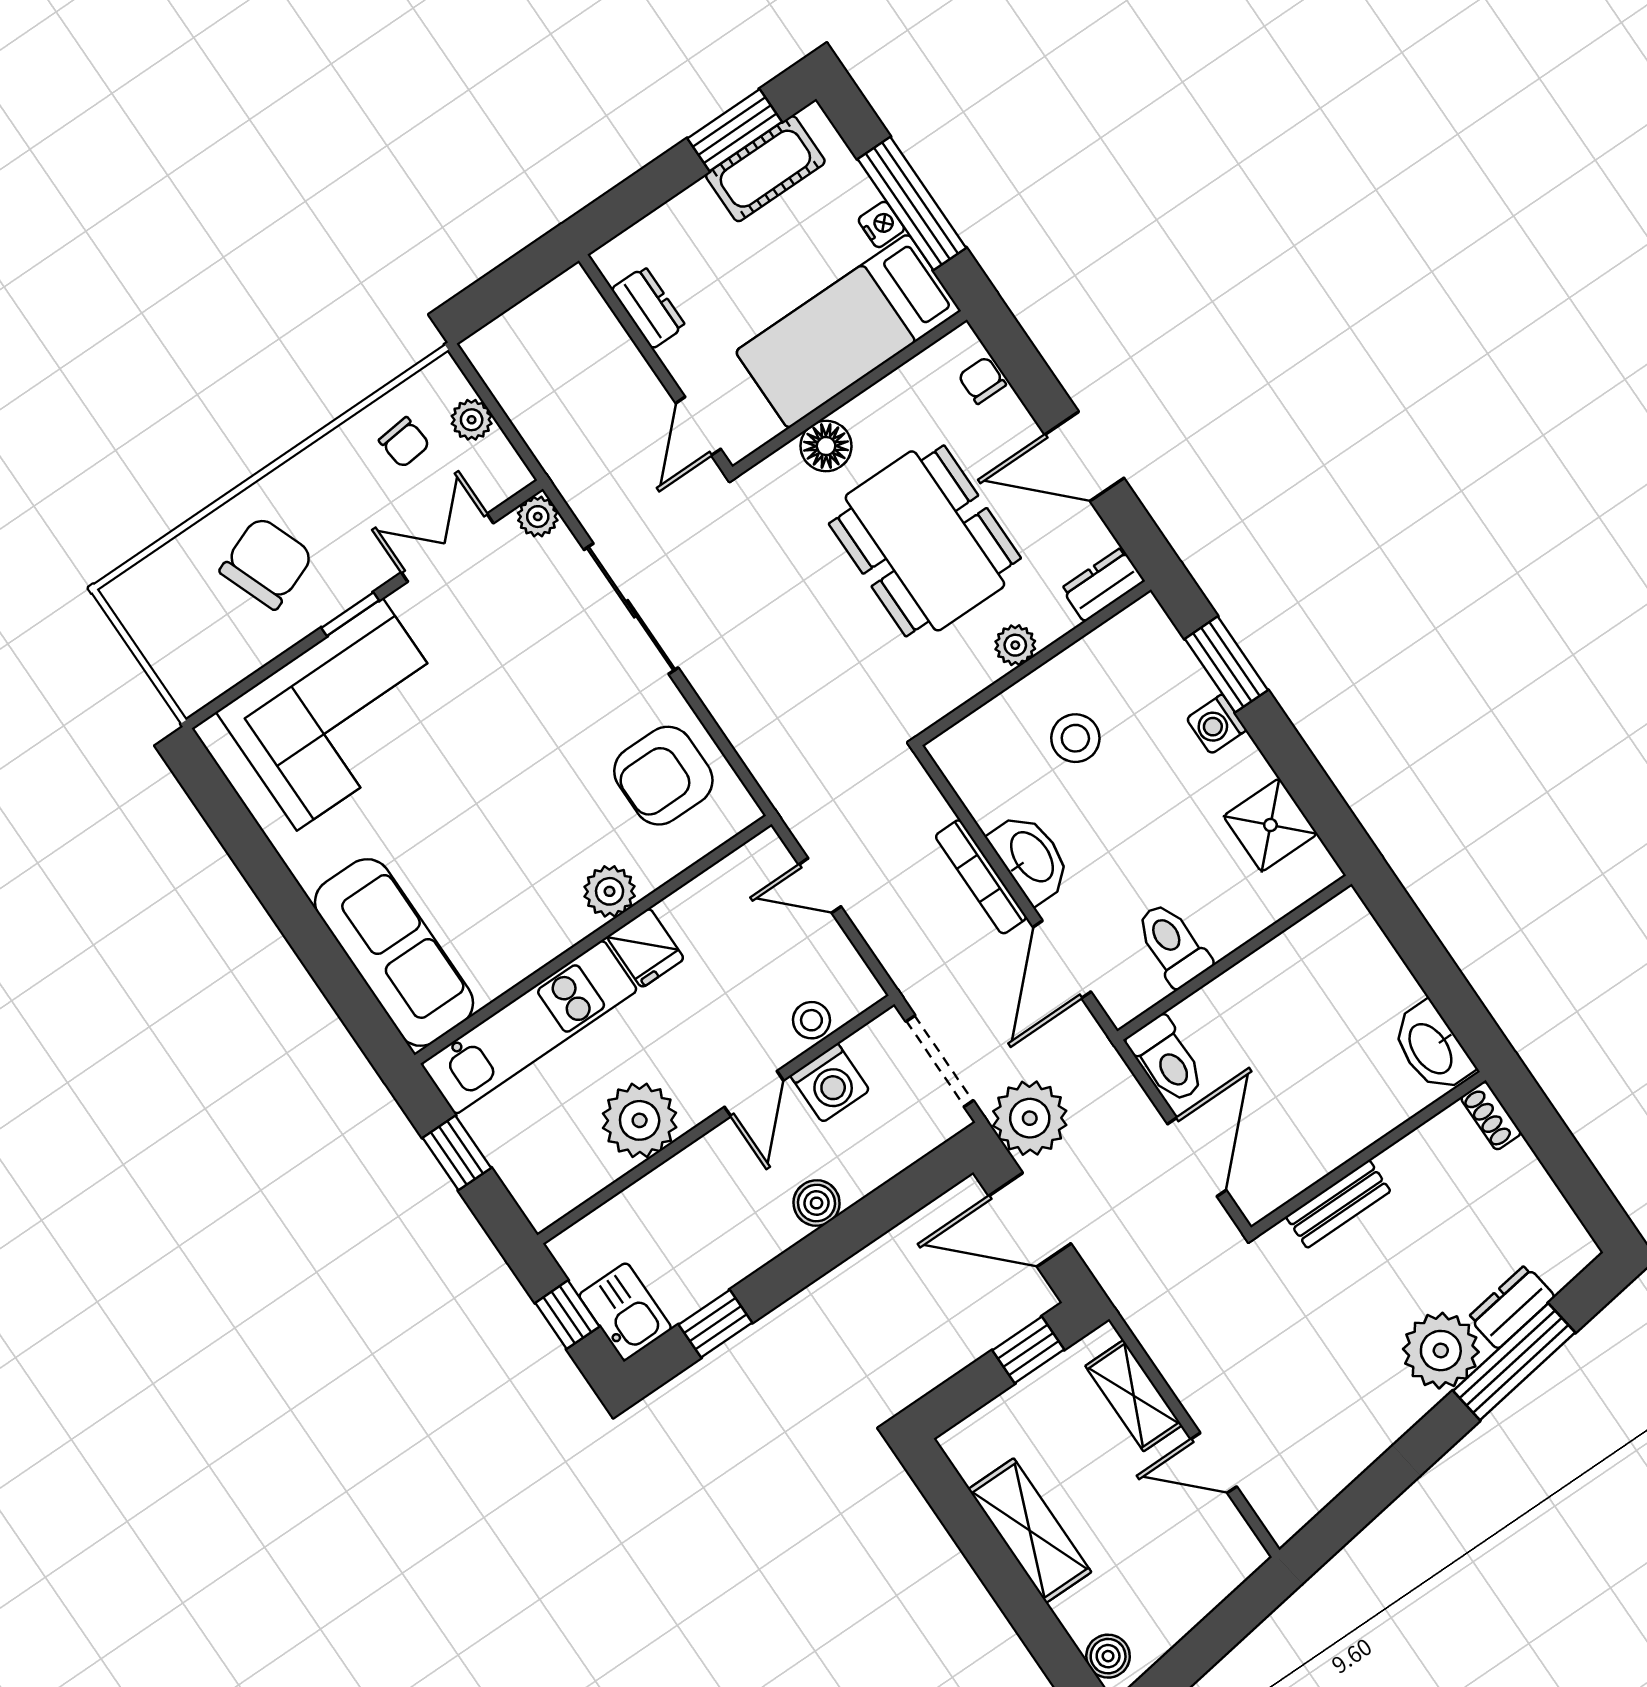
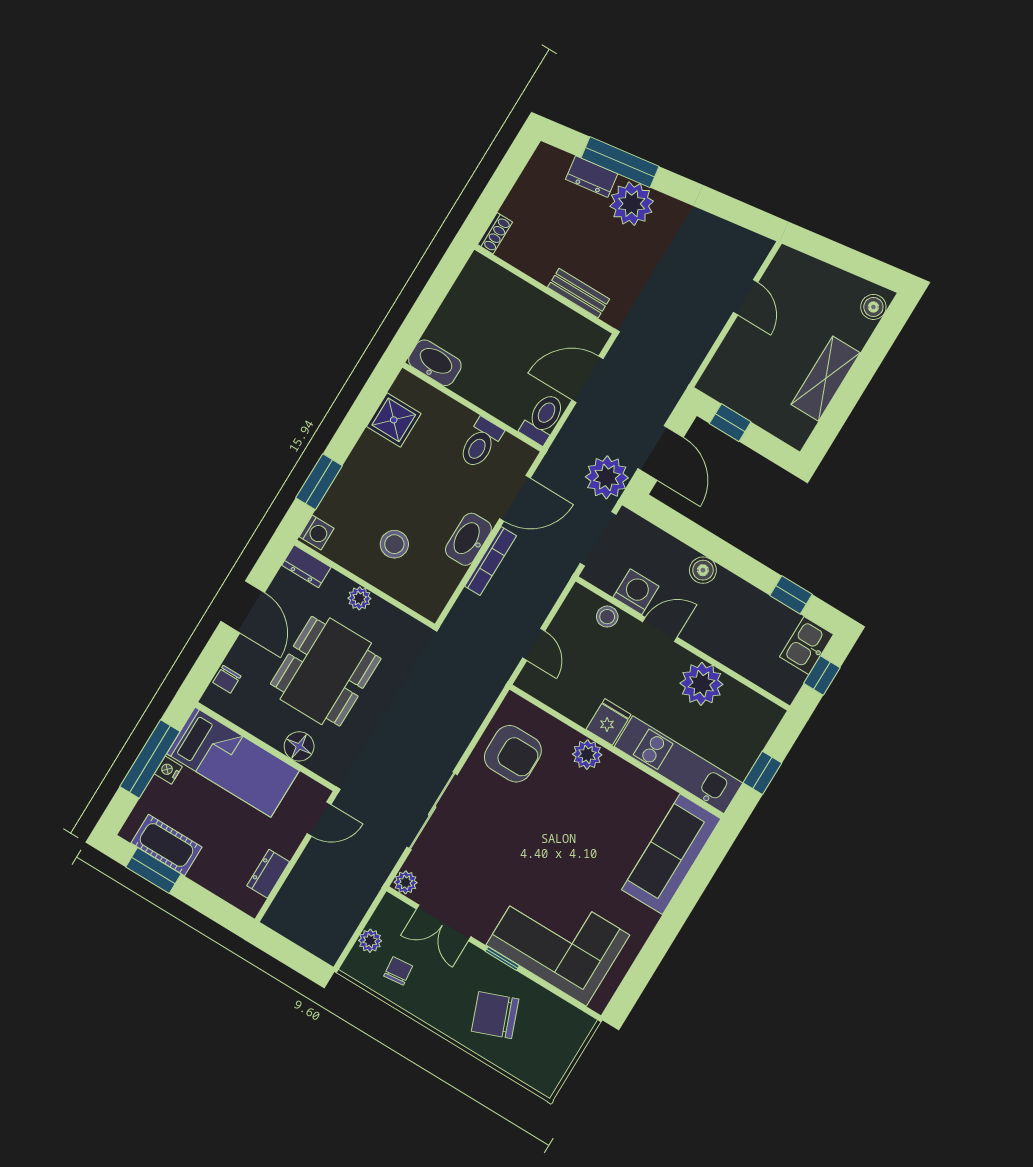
washing machine: (1216, 724) -> (317, 532), moved
washbasin: (1432, 1048) -> (435, 363), moved, turned -90
shelving: (1134, 1396) -> (729, 356), removed

